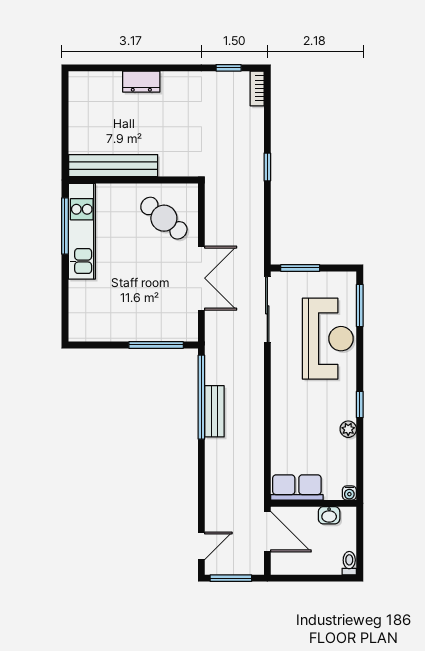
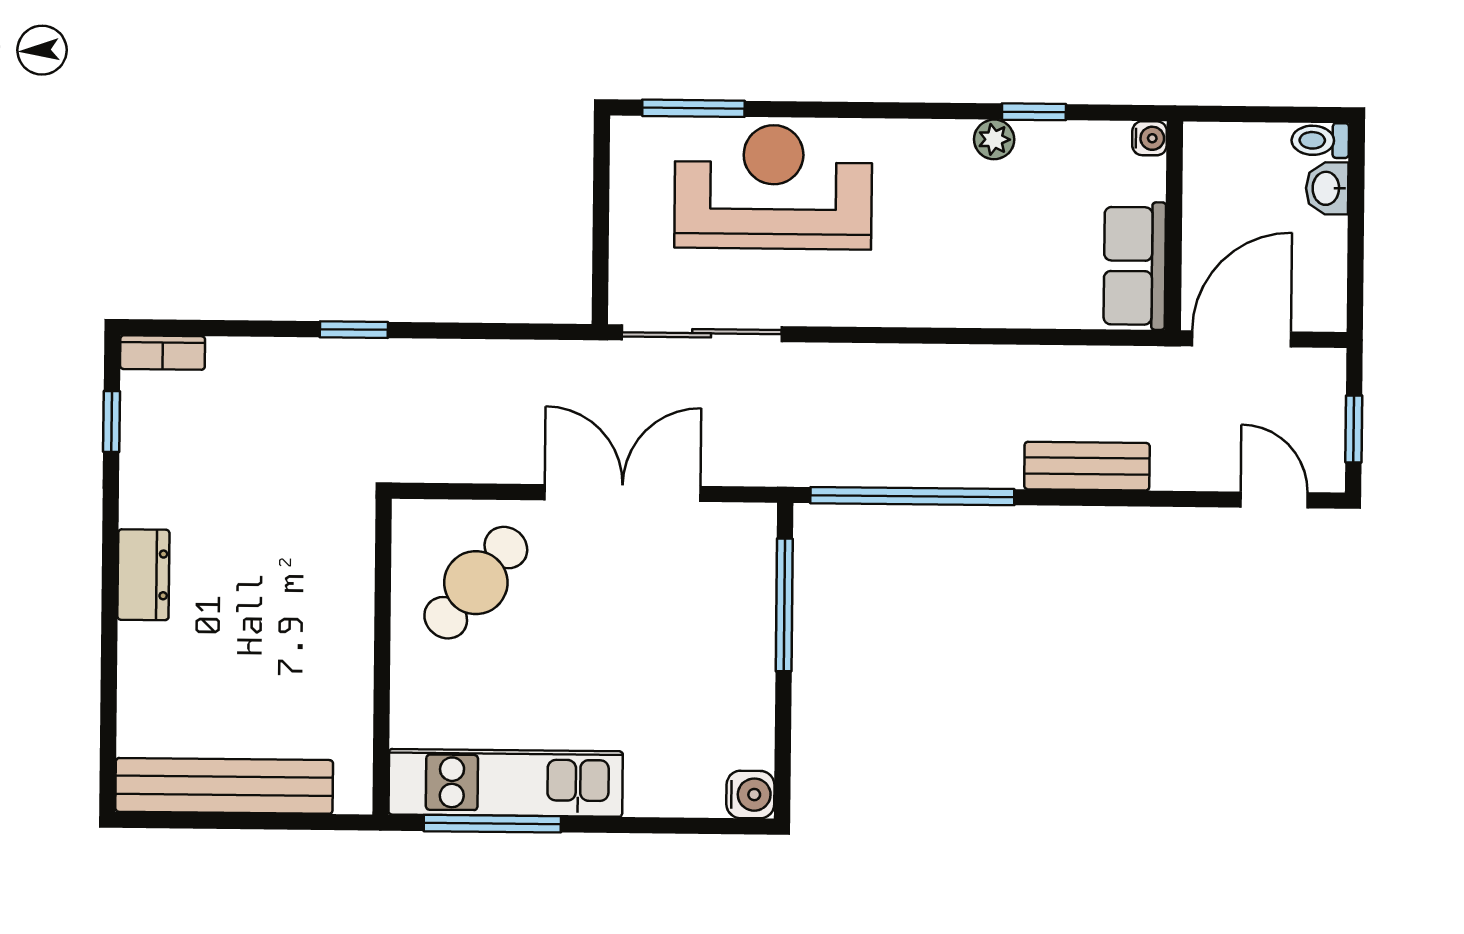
dresser: (141, 82) -> (143, 575), moved
bench: (113, 166) -> (224, 786), moved, turned 90
window: (300, 268) -> (601, 252), removed
water cooler: (78, 332) -> (750, 795), added
window: (360, 404) -> (1034, 112), moved
bench: (214, 411) -> (1087, 466), moved
washbasin: (329, 515) -> (1327, 188), moved, turned 180
window: (231, 578) -> (1354, 429), width x0.67

